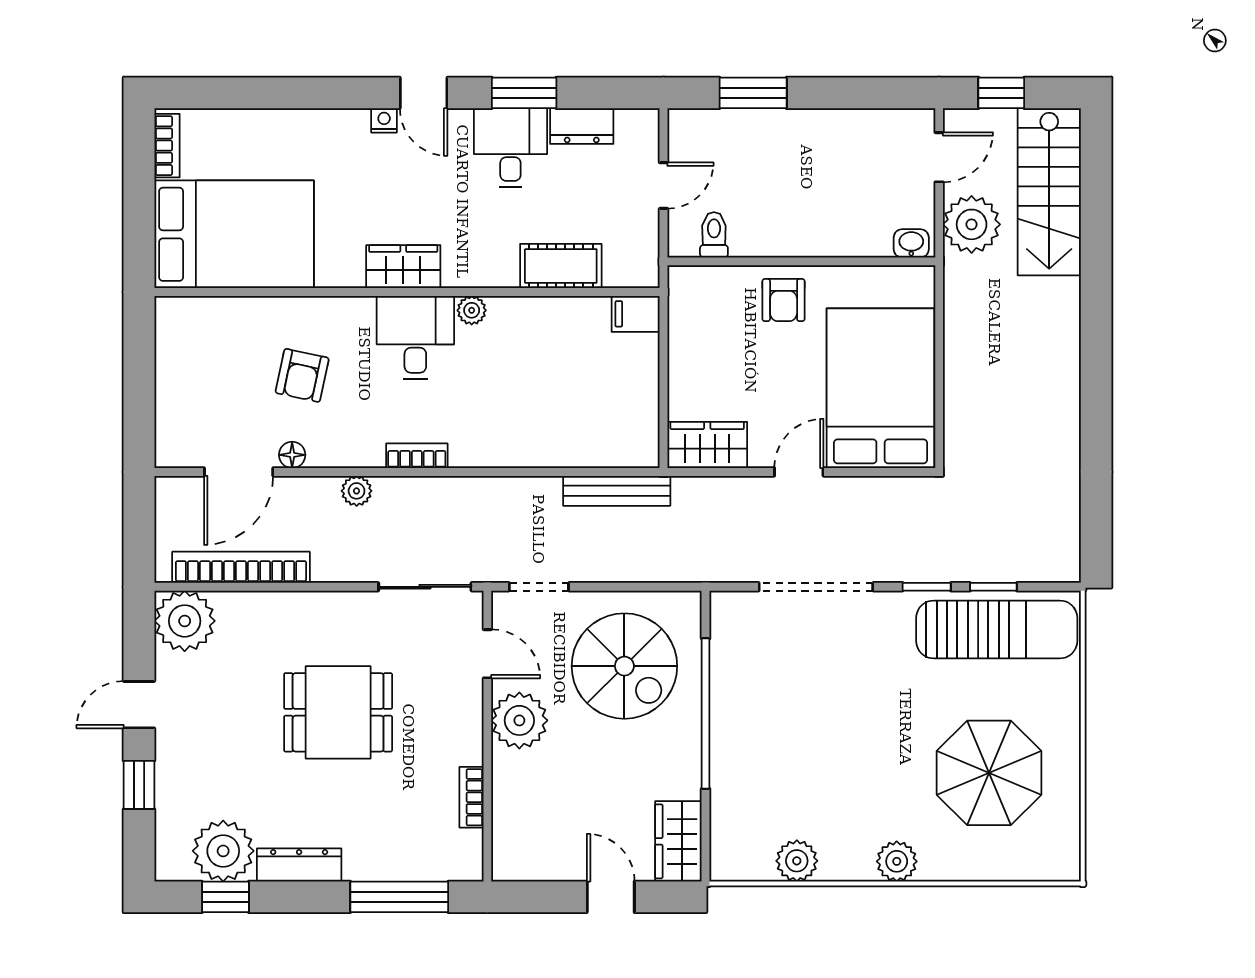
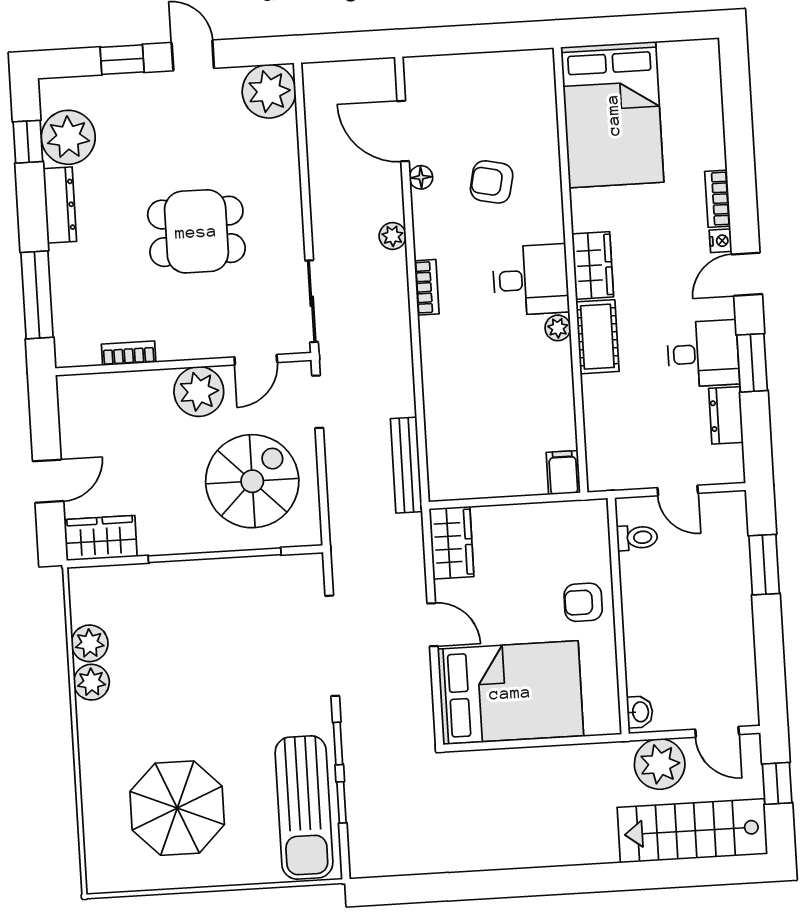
bookcase: (167, 146) -> (718, 199), moved, turned 90
cot: (561, 266) -> (597, 337), moved
bookcase: (241, 567) -> (319, 138), removed
spiral stairs: (624, 666) -> (252, 481), turned 180
dining table: (338, 712) -> (196, 231), turned 90
plant: (897, 861) -> (91, 682), moved

